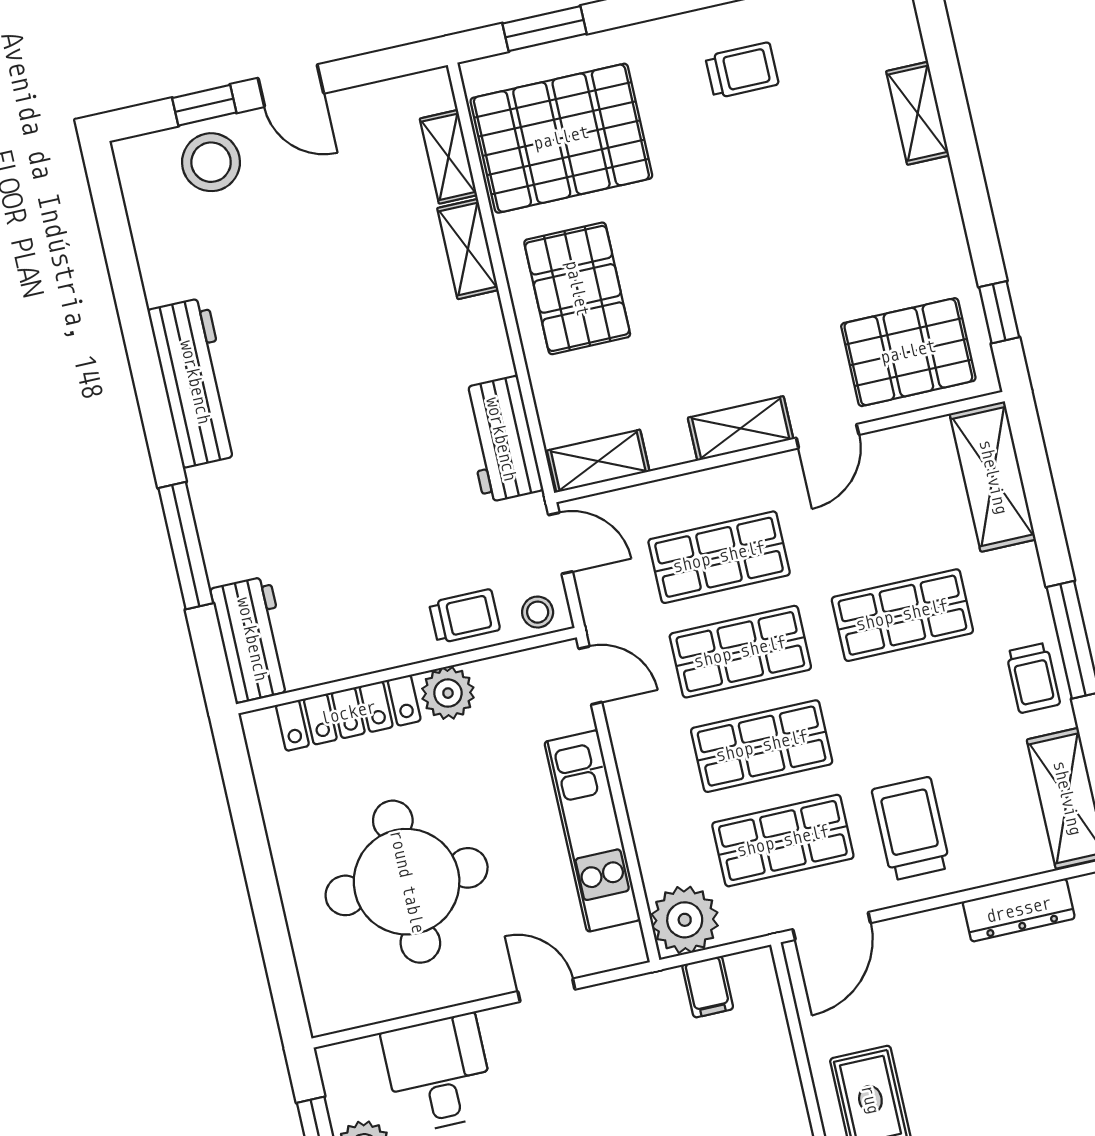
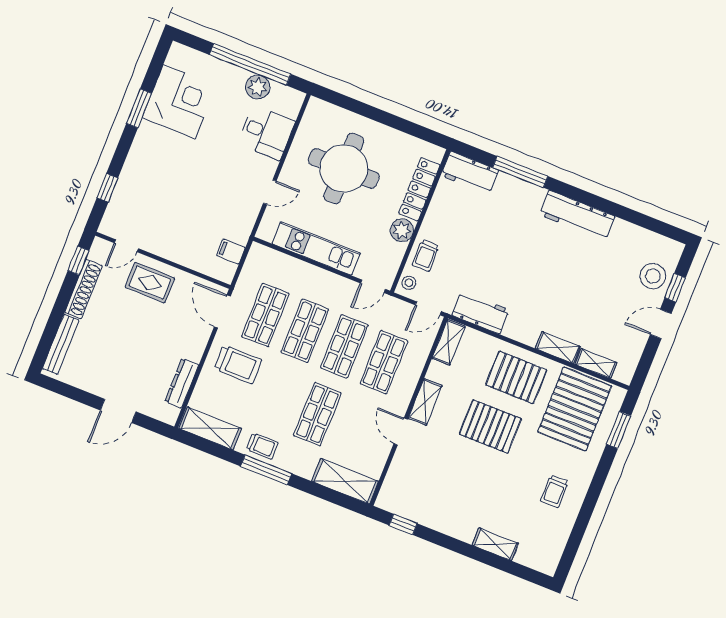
pallet: (908, 352) -> (490, 426), moved, turned 90
trolley: (1033, 678) -> (262, 446), turned 180
plant: (685, 920) -> (261, 260), removed

